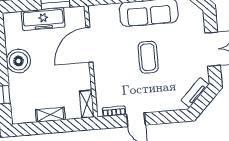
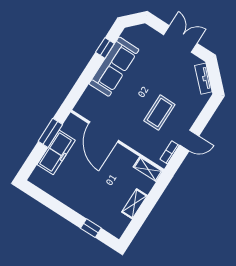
coffee table: (148, 57) -> (159, 113), moved, turned 90
boiler: (18, 61) -> (74, 196), removed

